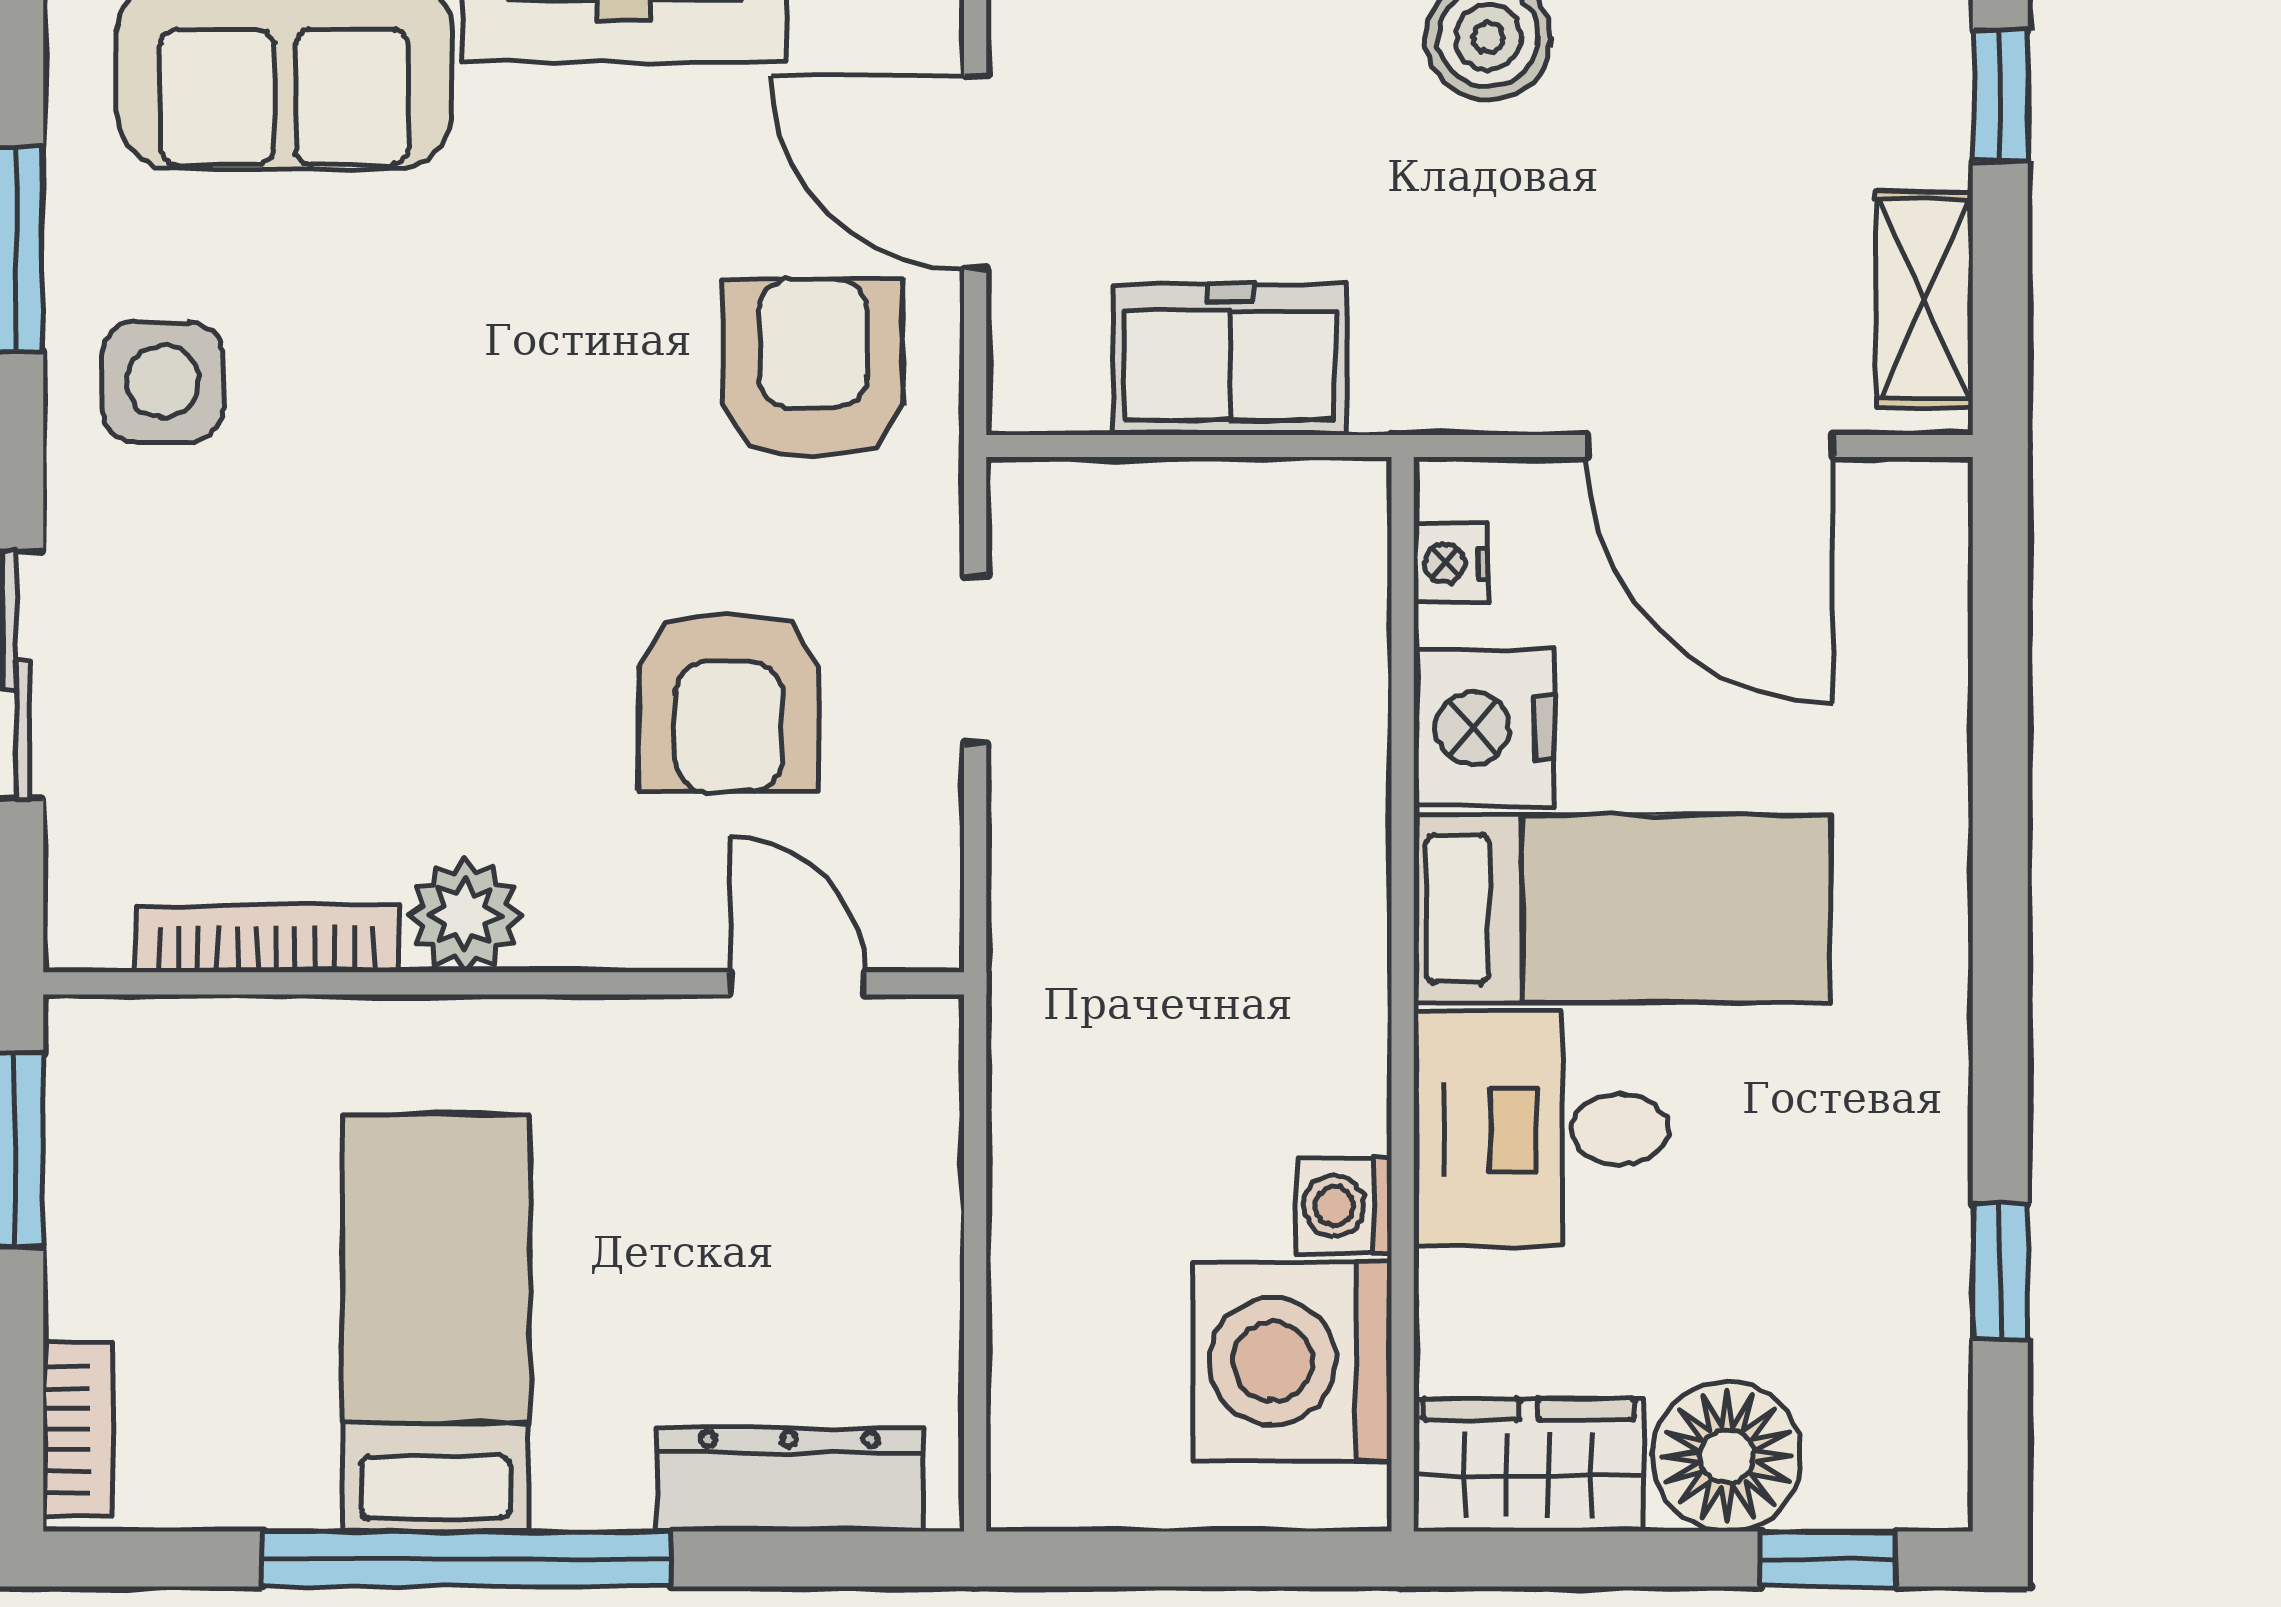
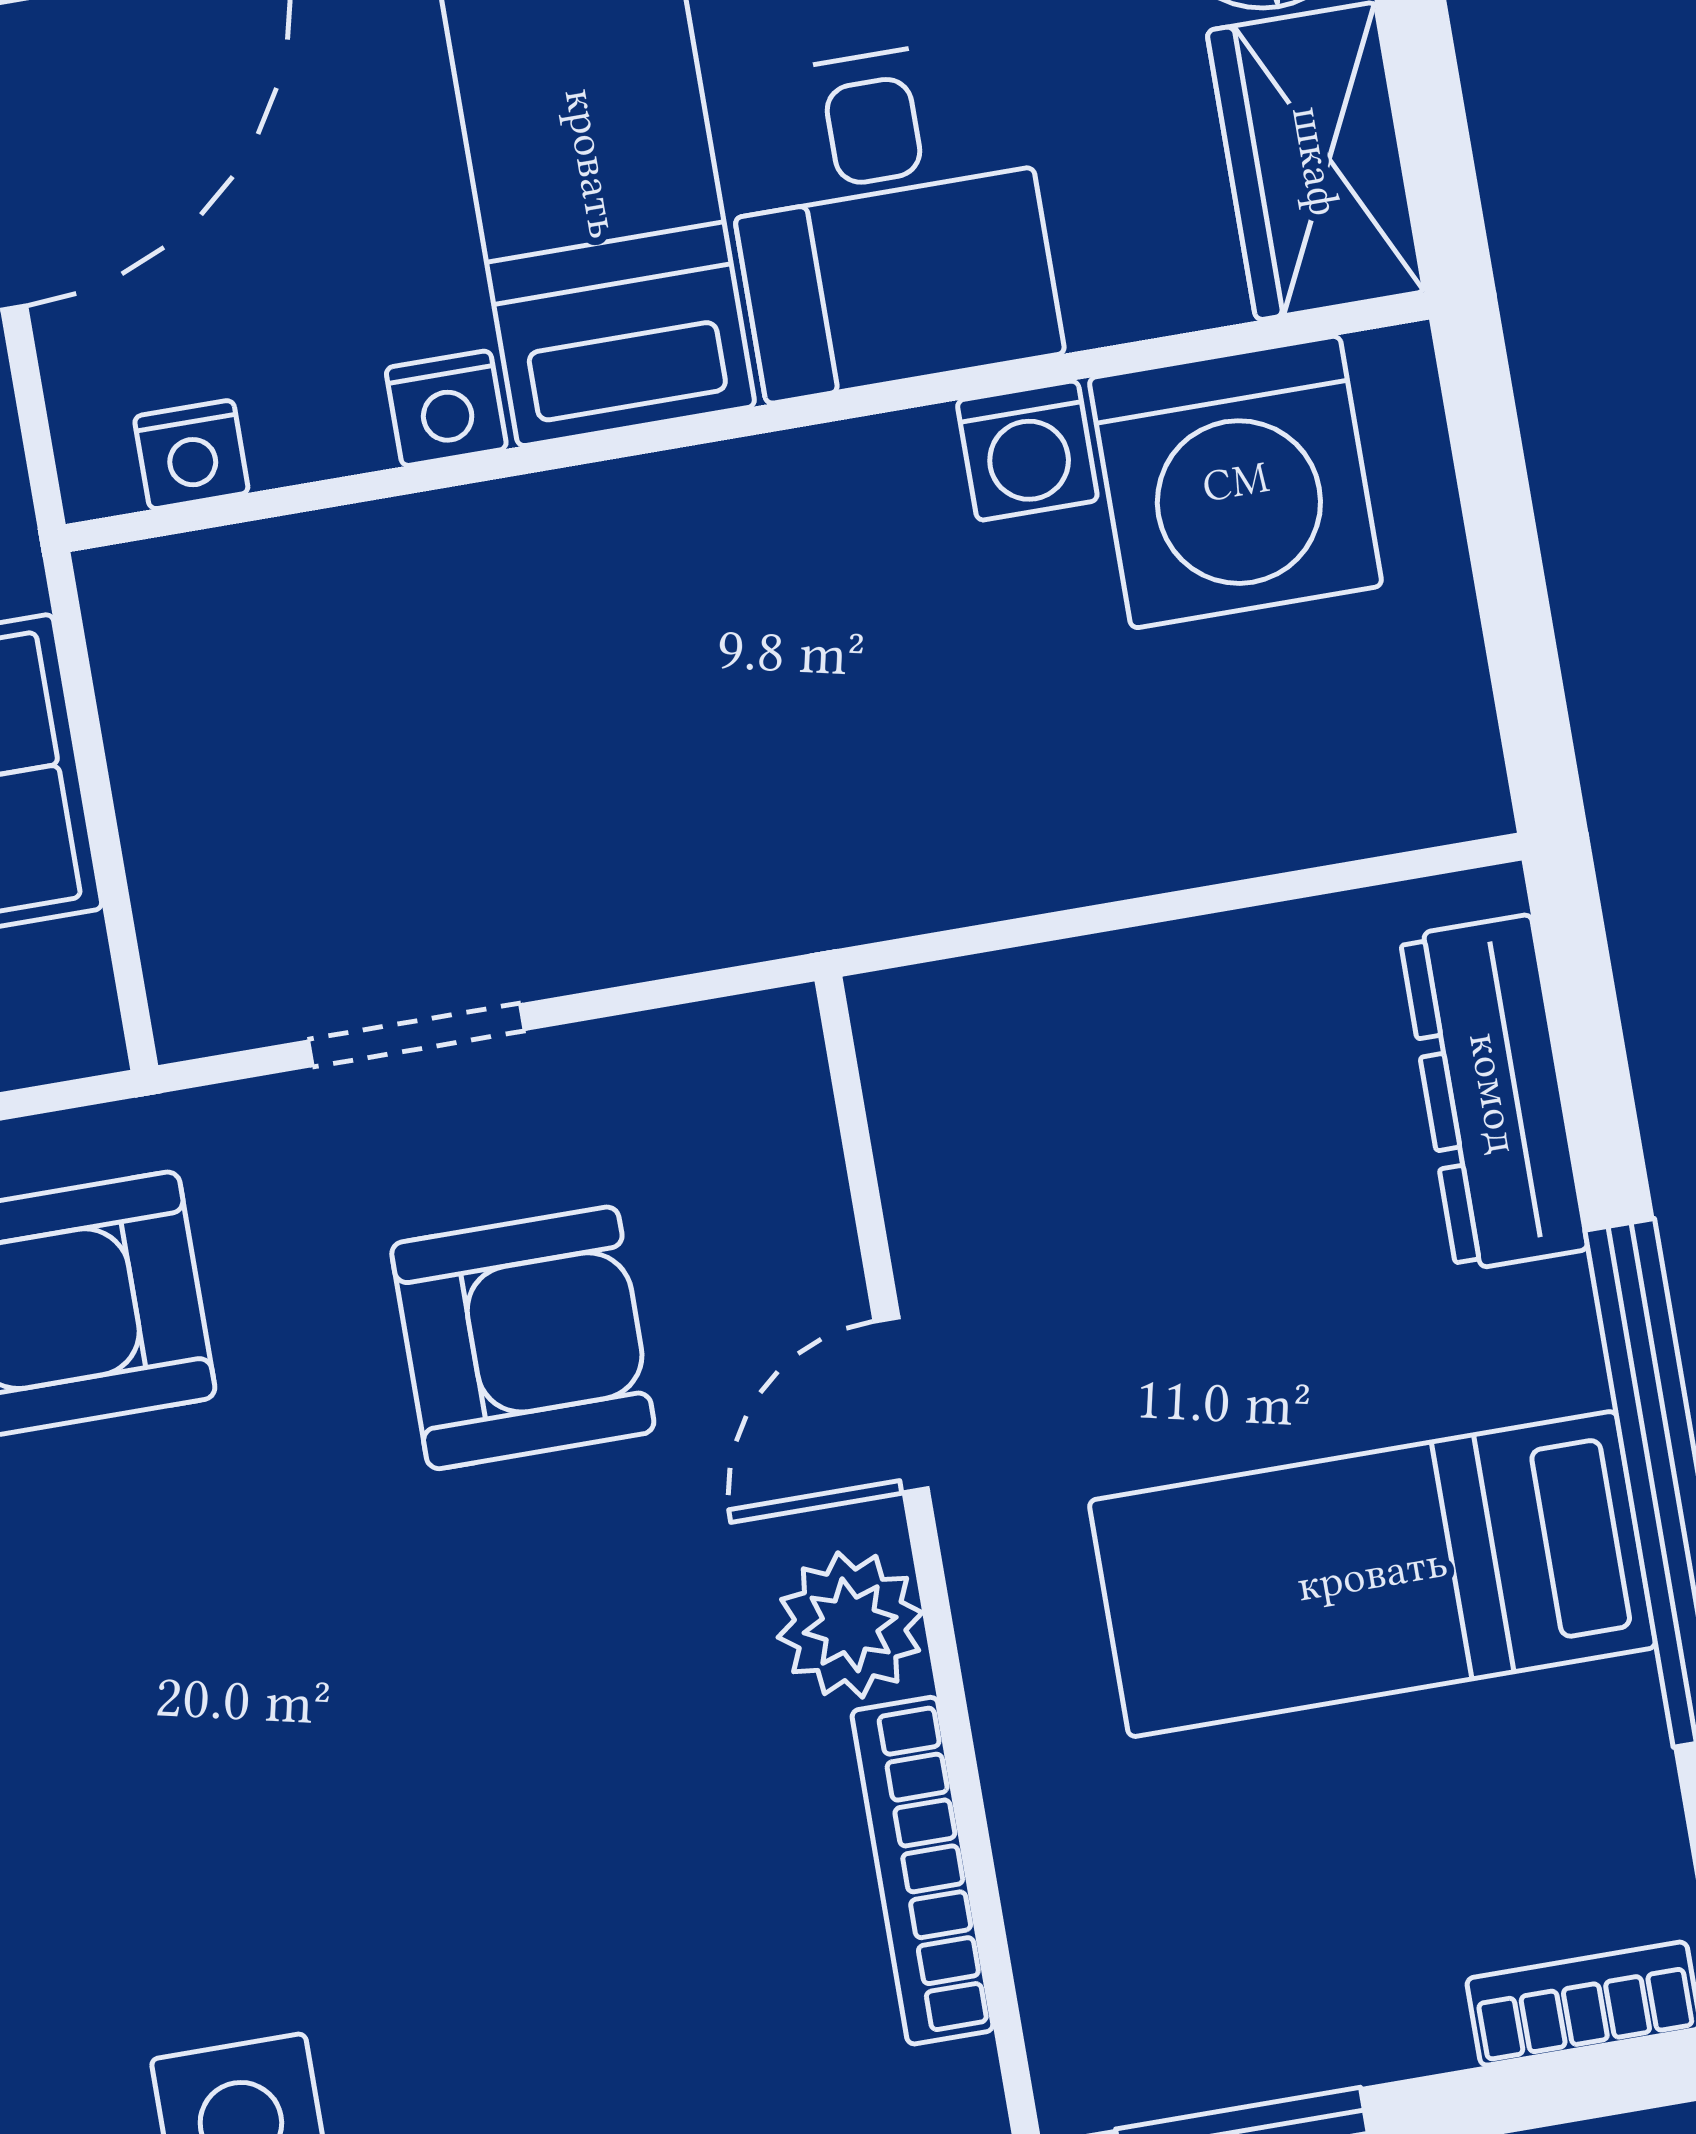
nightstand: (1484, 728) -> (446, 408), width x0.53, depth x0.56
door: (797, 983) -> (901, 1405), moved

